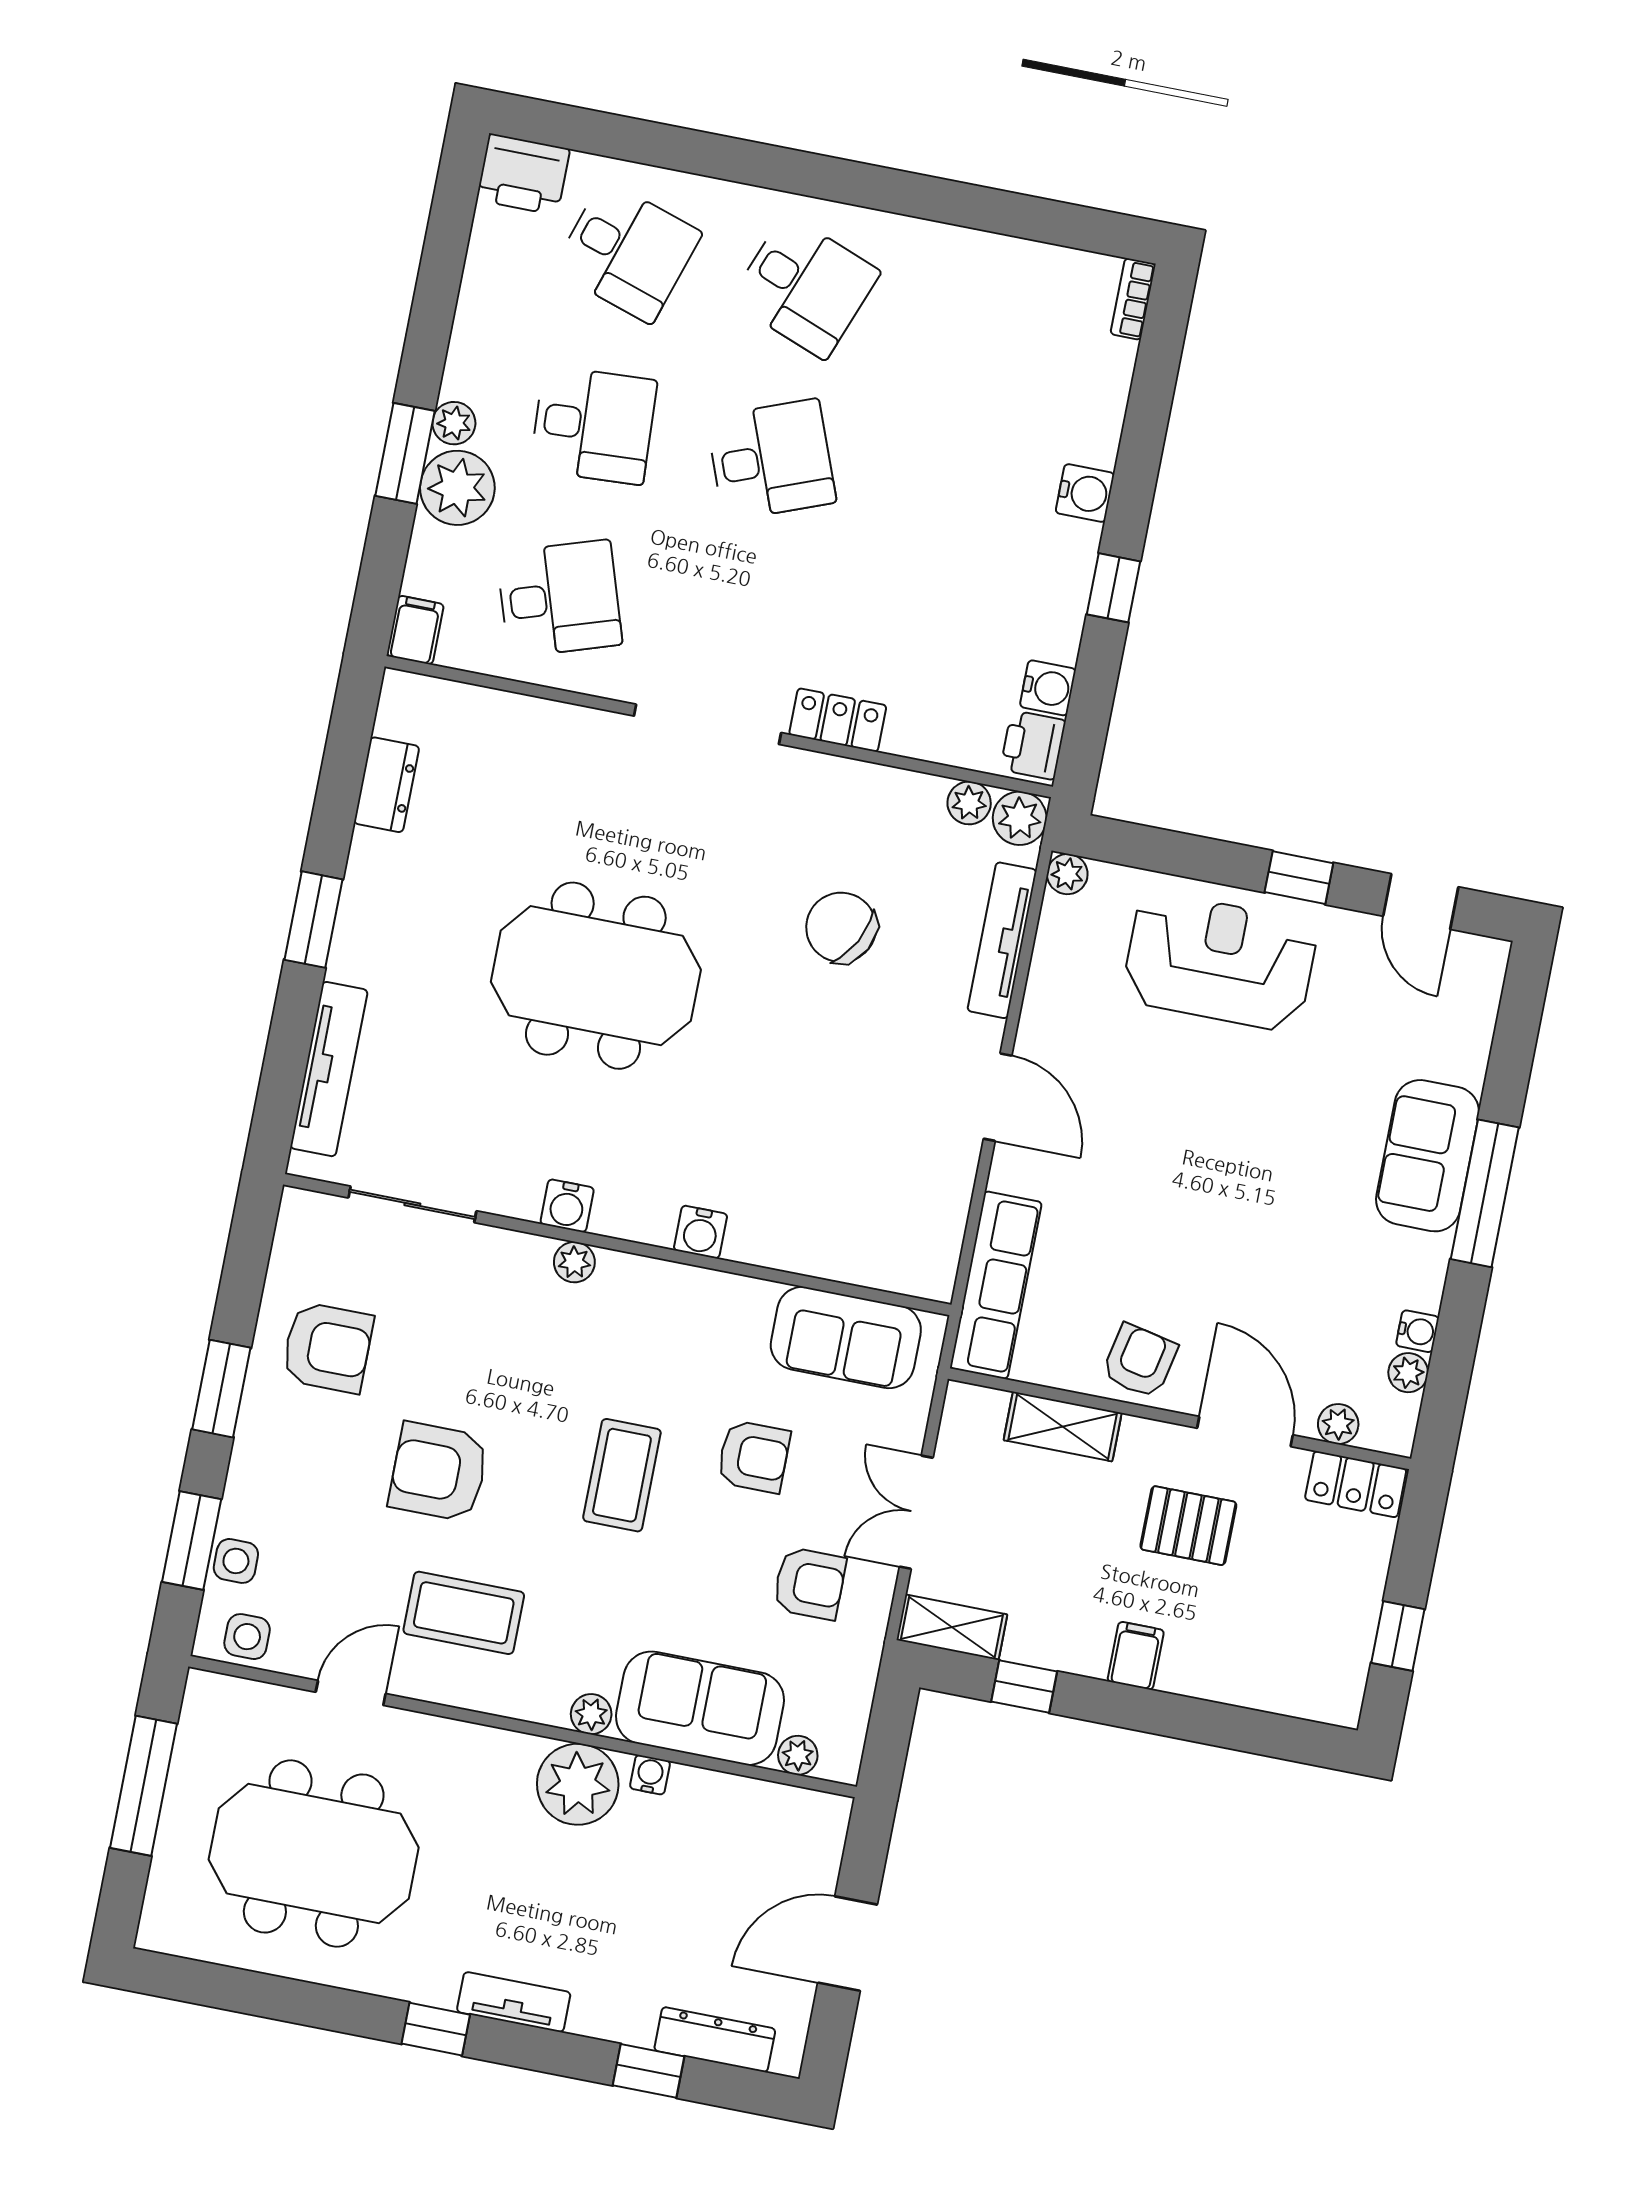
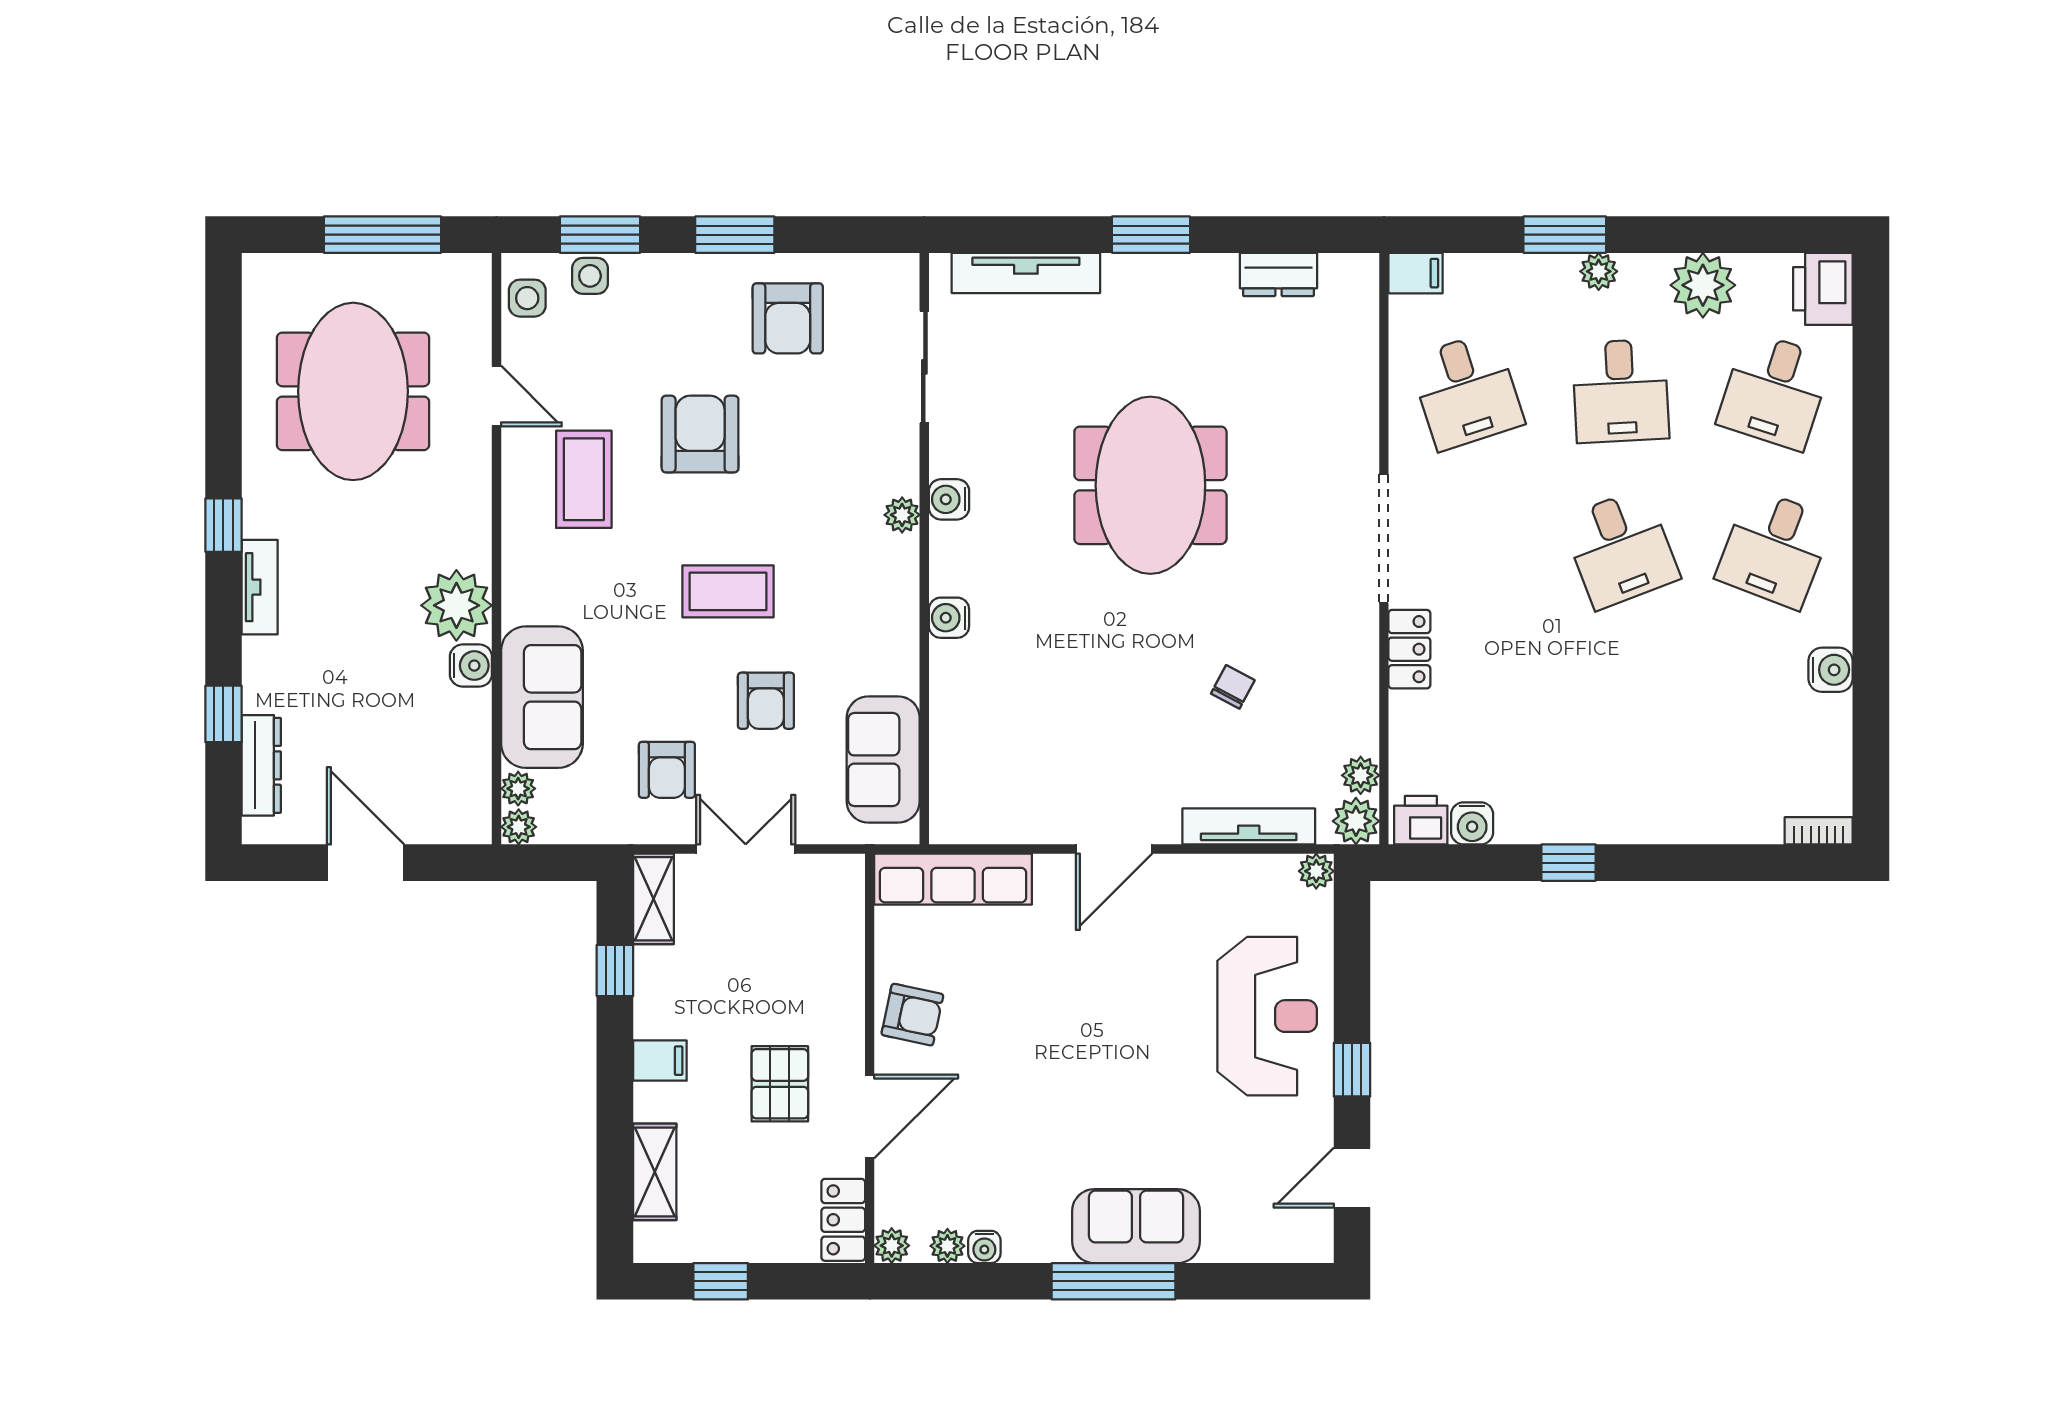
plant: (457, 488) -> (1703, 285), moved
water cooler: (1085, 493) -> (1831, 670), moved, turned -90
chair: (841, 927) -> (1233, 687), width x0.54, depth x0.54
plant: (1338, 1424) -> (892, 1246), moved
shelving: (1063, 1427) -> (655, 1172), moved
plant: (591, 1714) -> (519, 827), moved
water cooler: (650, 1775) -> (471, 666), width x1.38, depth x1.38

